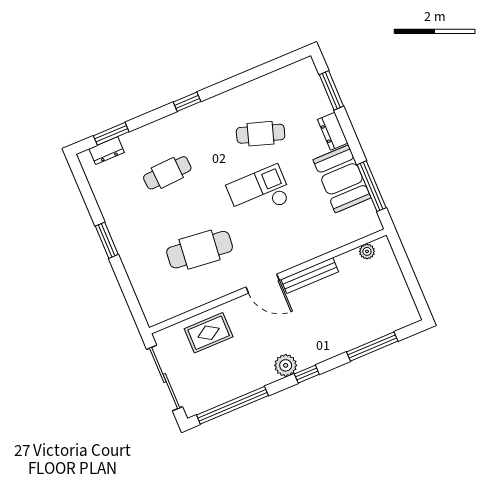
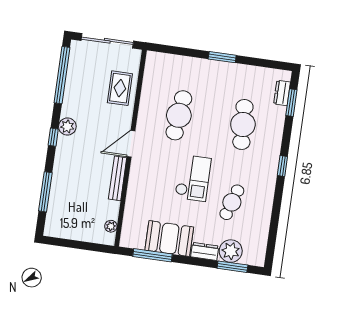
plant: (315, 103) -> (231, 251), added
cafe table: (167, 173) -> (243, 124), width x1.37, depth x1.35

